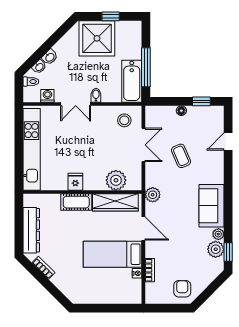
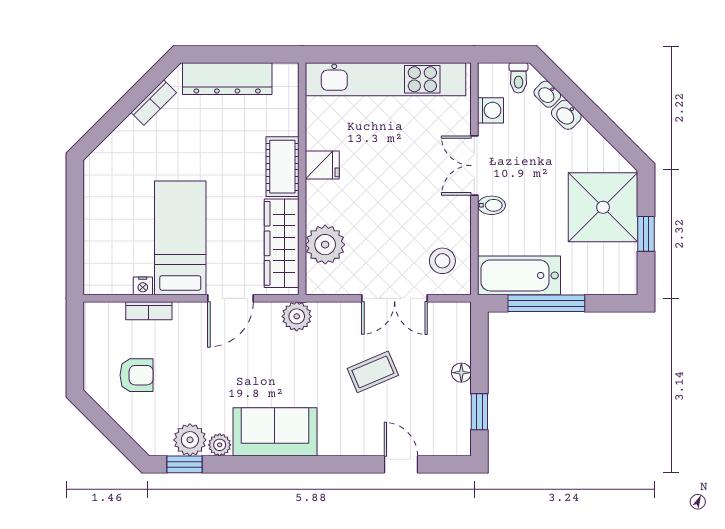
armchair: (182, 289) -> (136, 375), moved

